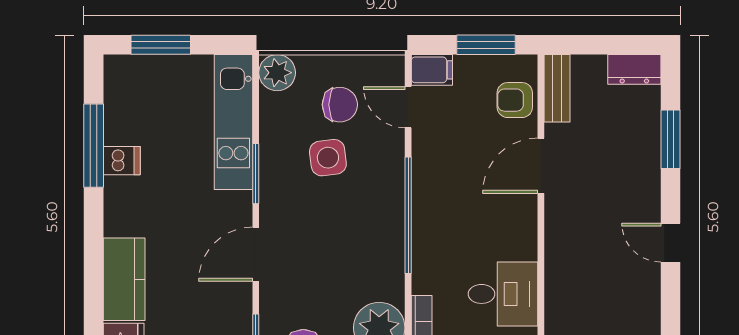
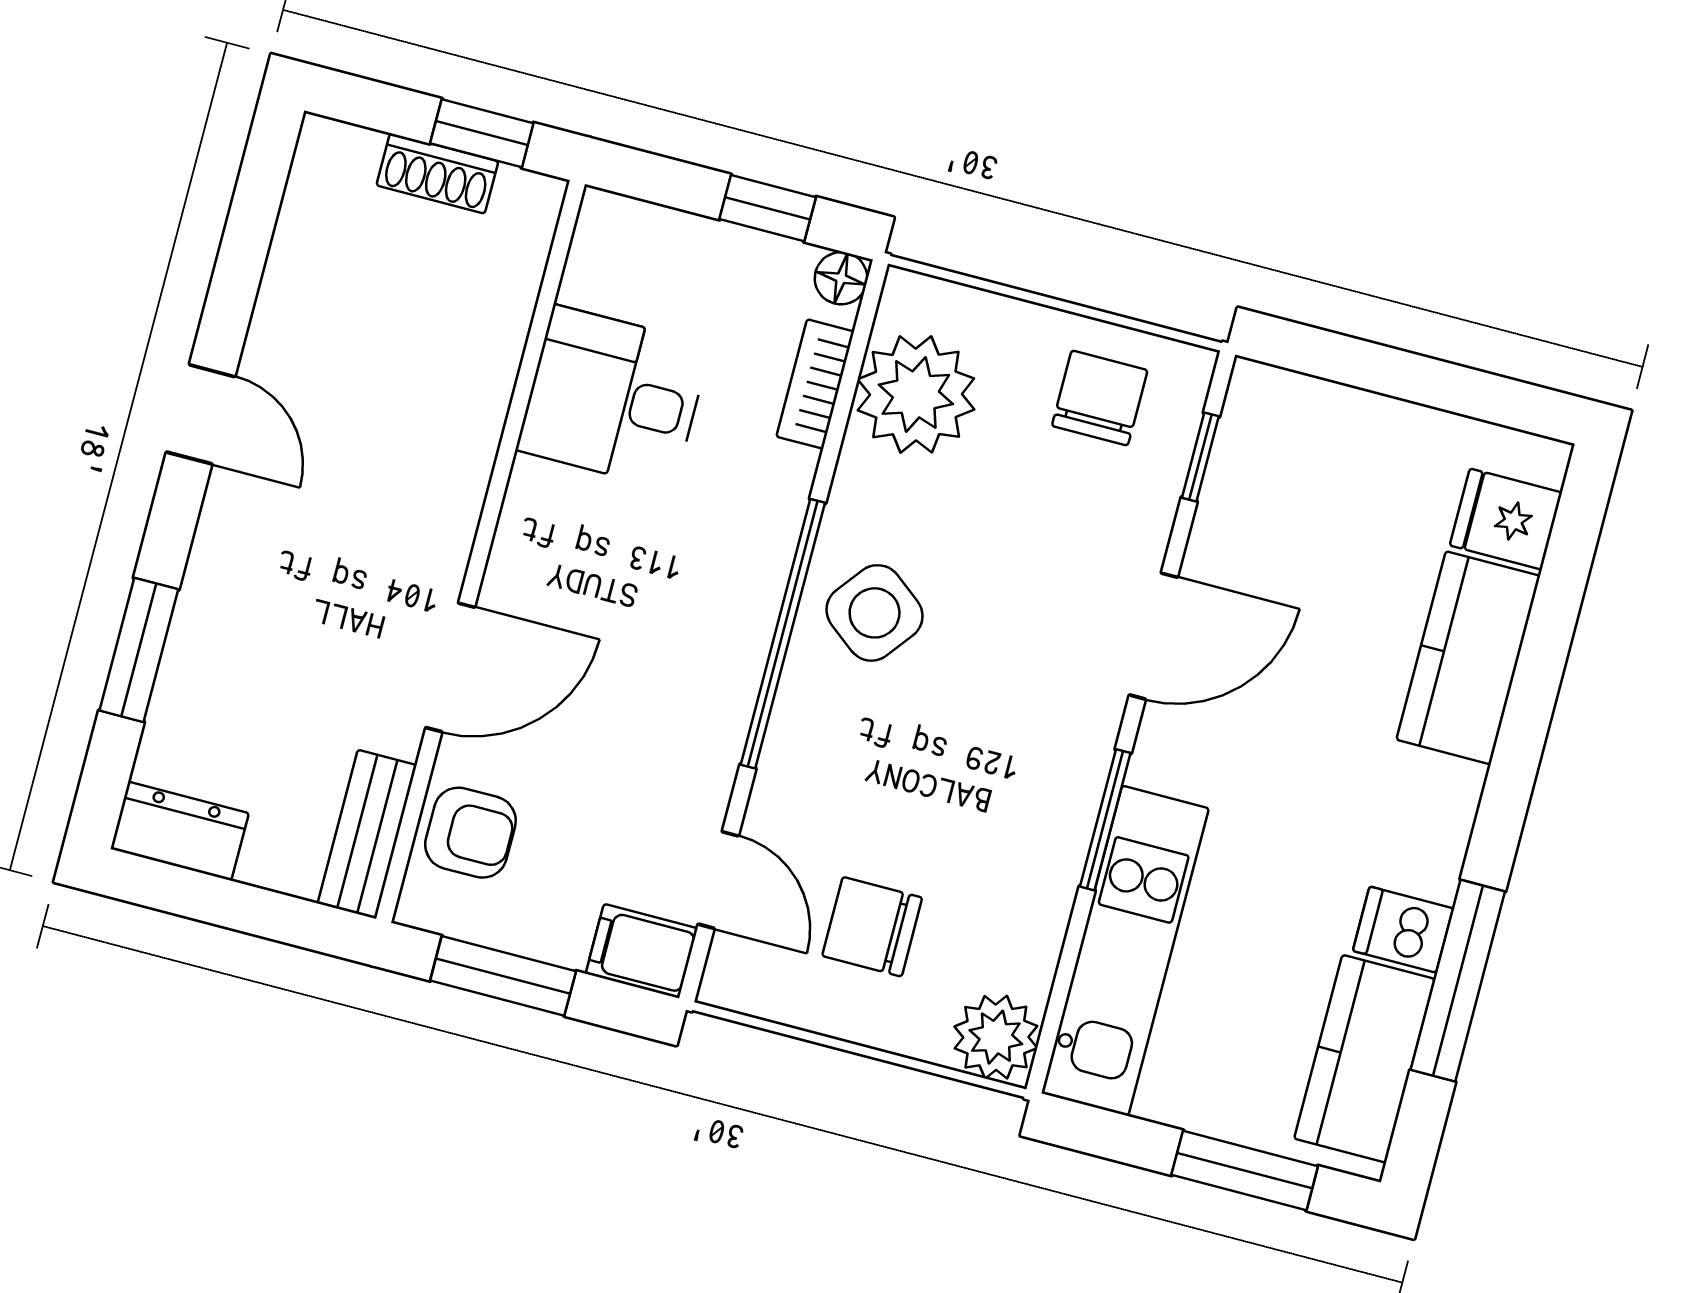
kitchen counter: (124, 103) -> (1364, 1059), added
side table: (328, 158) -> (875, 613), moved, turned 45

